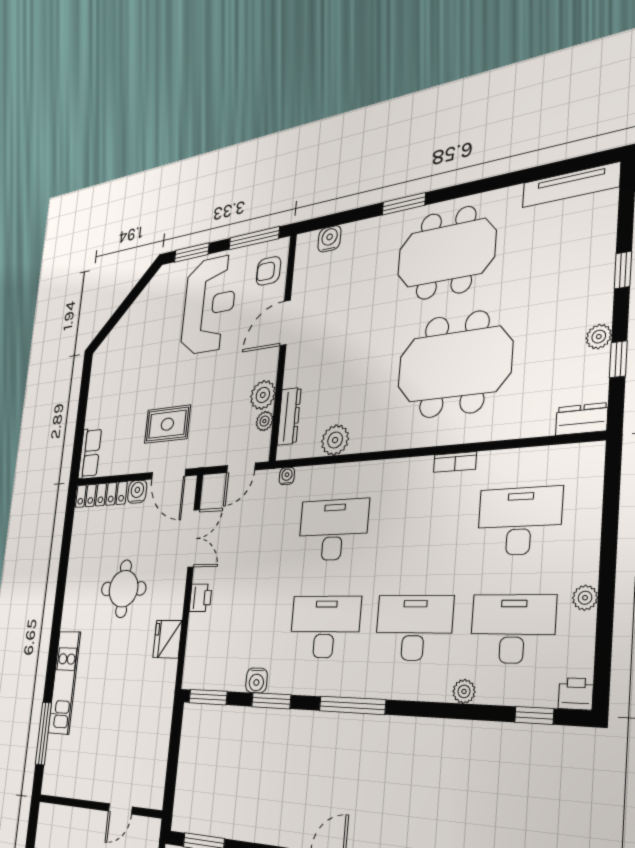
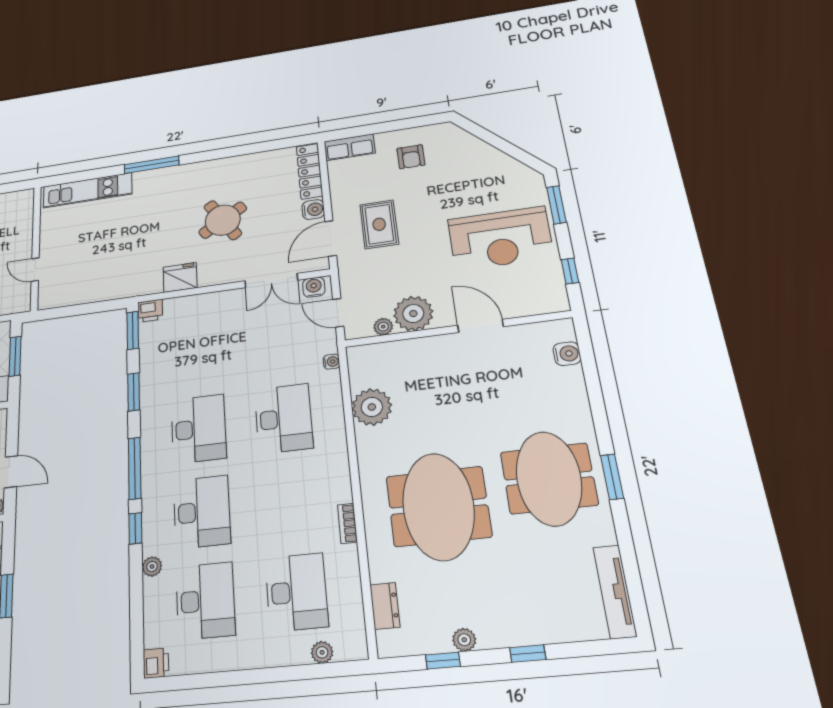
window: (404, 204) -> (612, 477), moved
window: (254, 238) -> (570, 271), width x0.46
armchair: (268, 271) -> (411, 157), moved, turned 180
plant: (263, 395) -> (413, 314), width x1.36, depth x1.36
dresser: (289, 416) -> (388, 351), removed
dresser: (582, 419) -> (385, 606), moved
plant: (335, 440) -> (372, 407), width x1.36, depth x1.36
round table: (124, 589) -> (223, 220), turned -32
printer: (200, 598) -> (150, 311), moved
plant: (585, 598) -> (322, 652), moved
water cooler: (257, 680) -> (314, 287), moved, turned 90
kitchen unit: (64, 682) -> (87, 190), moved
window: (534, 715) -> (135, 528), moved
window: (43, 733) -> (152, 165), moved

